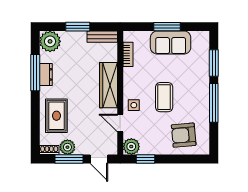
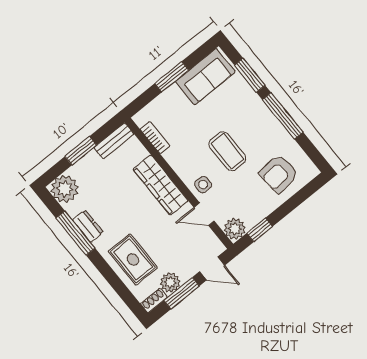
sofa: (171, 43) -> (205, 77), moved

